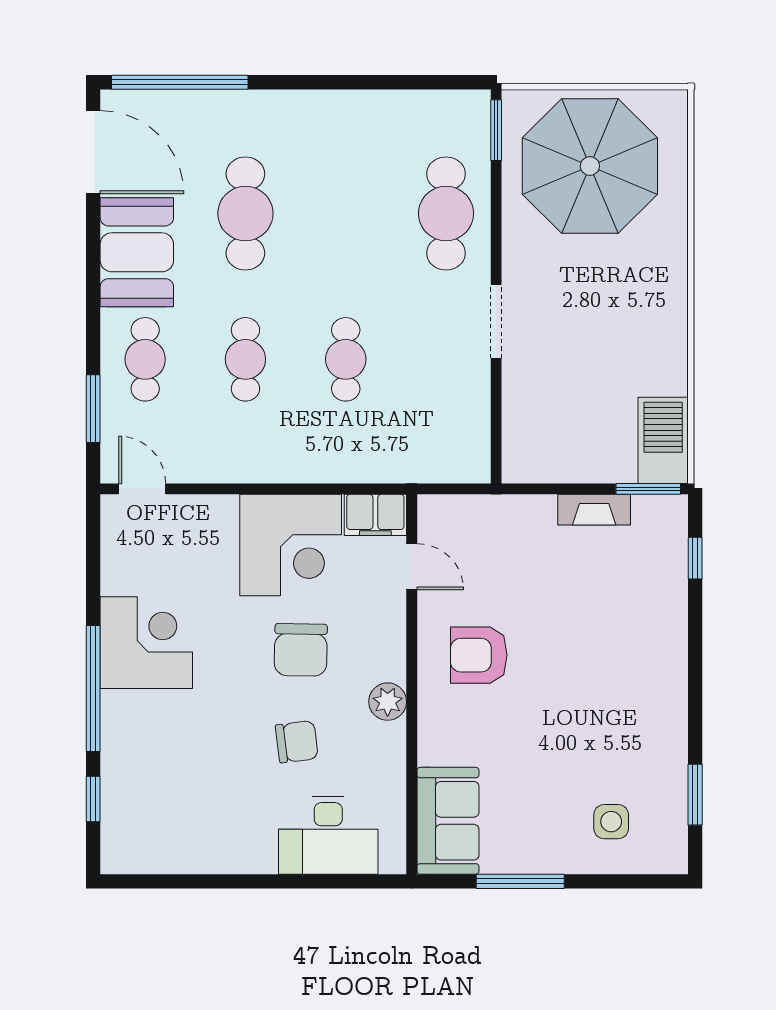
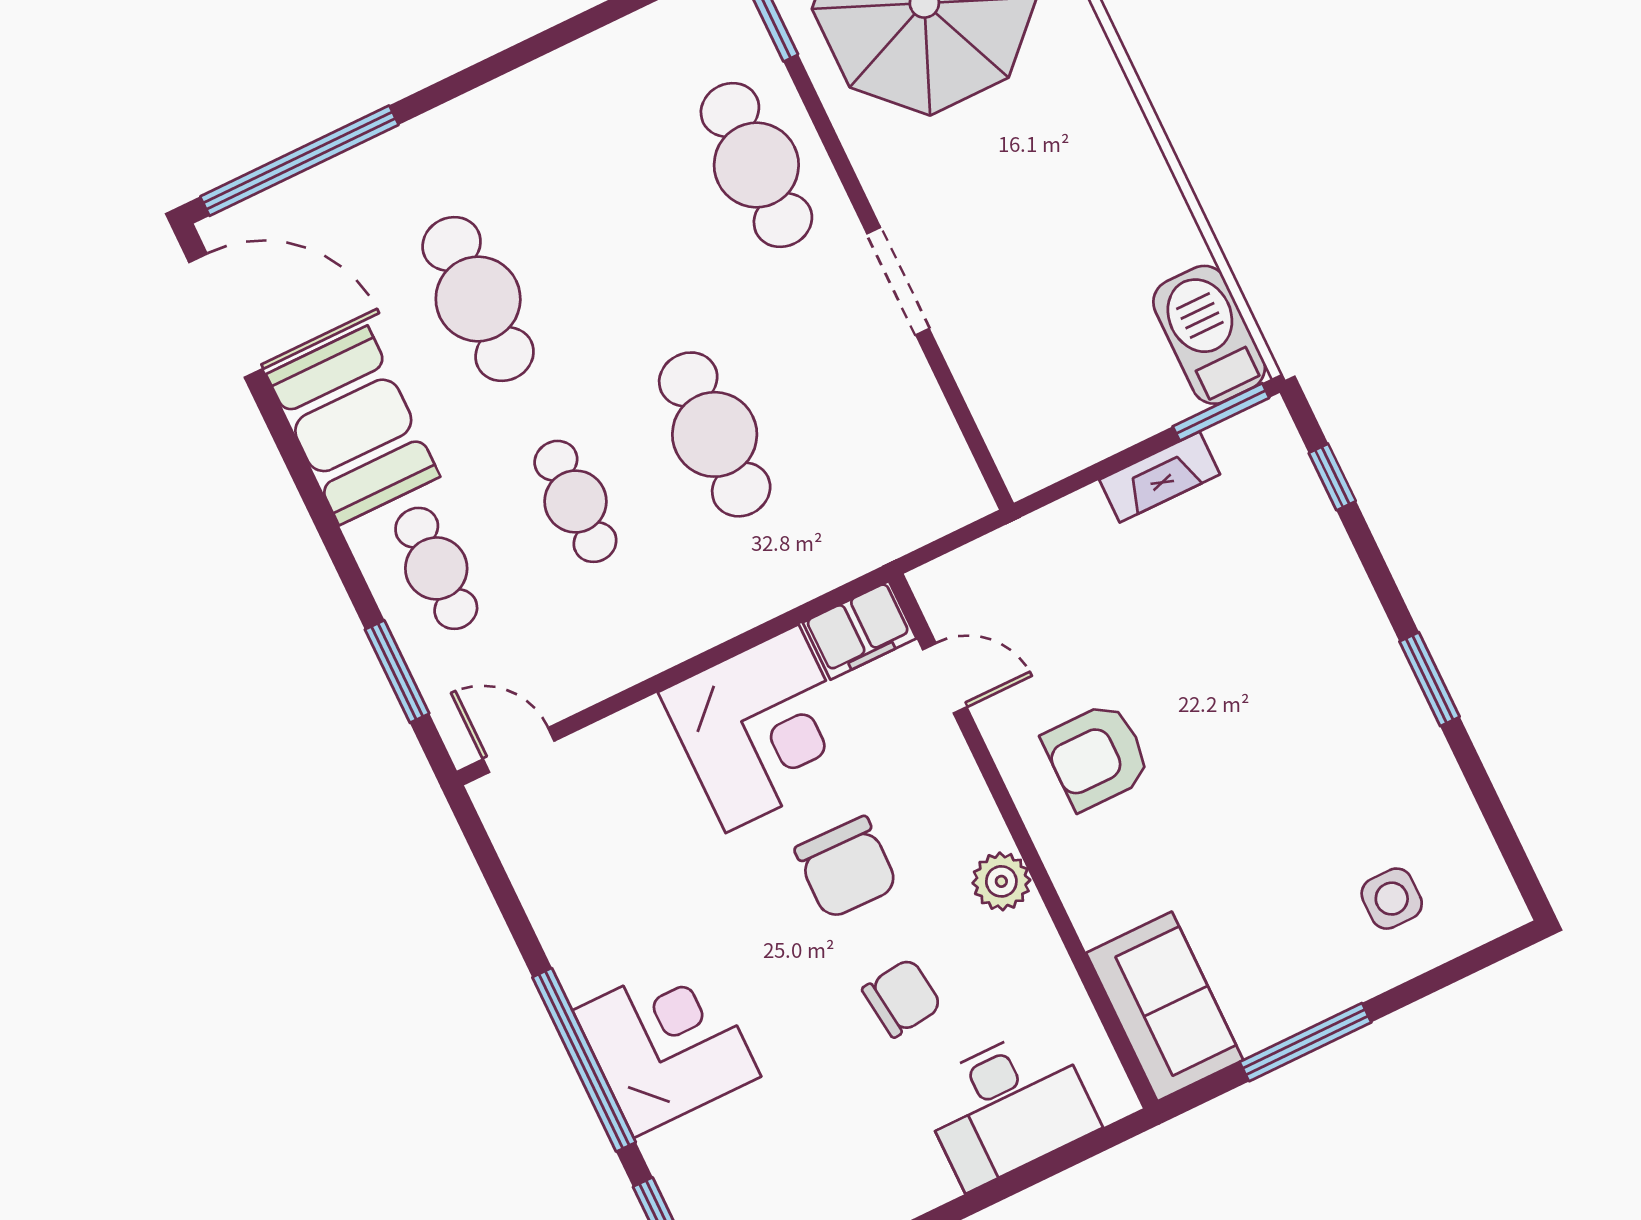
cafe table: (346, 359) -> (715, 434), width x1.37, depth x1.35
corner desk: (146, 643) -> (667, 1043), moved
window: (695, 795) -> (1430, 679), moved

